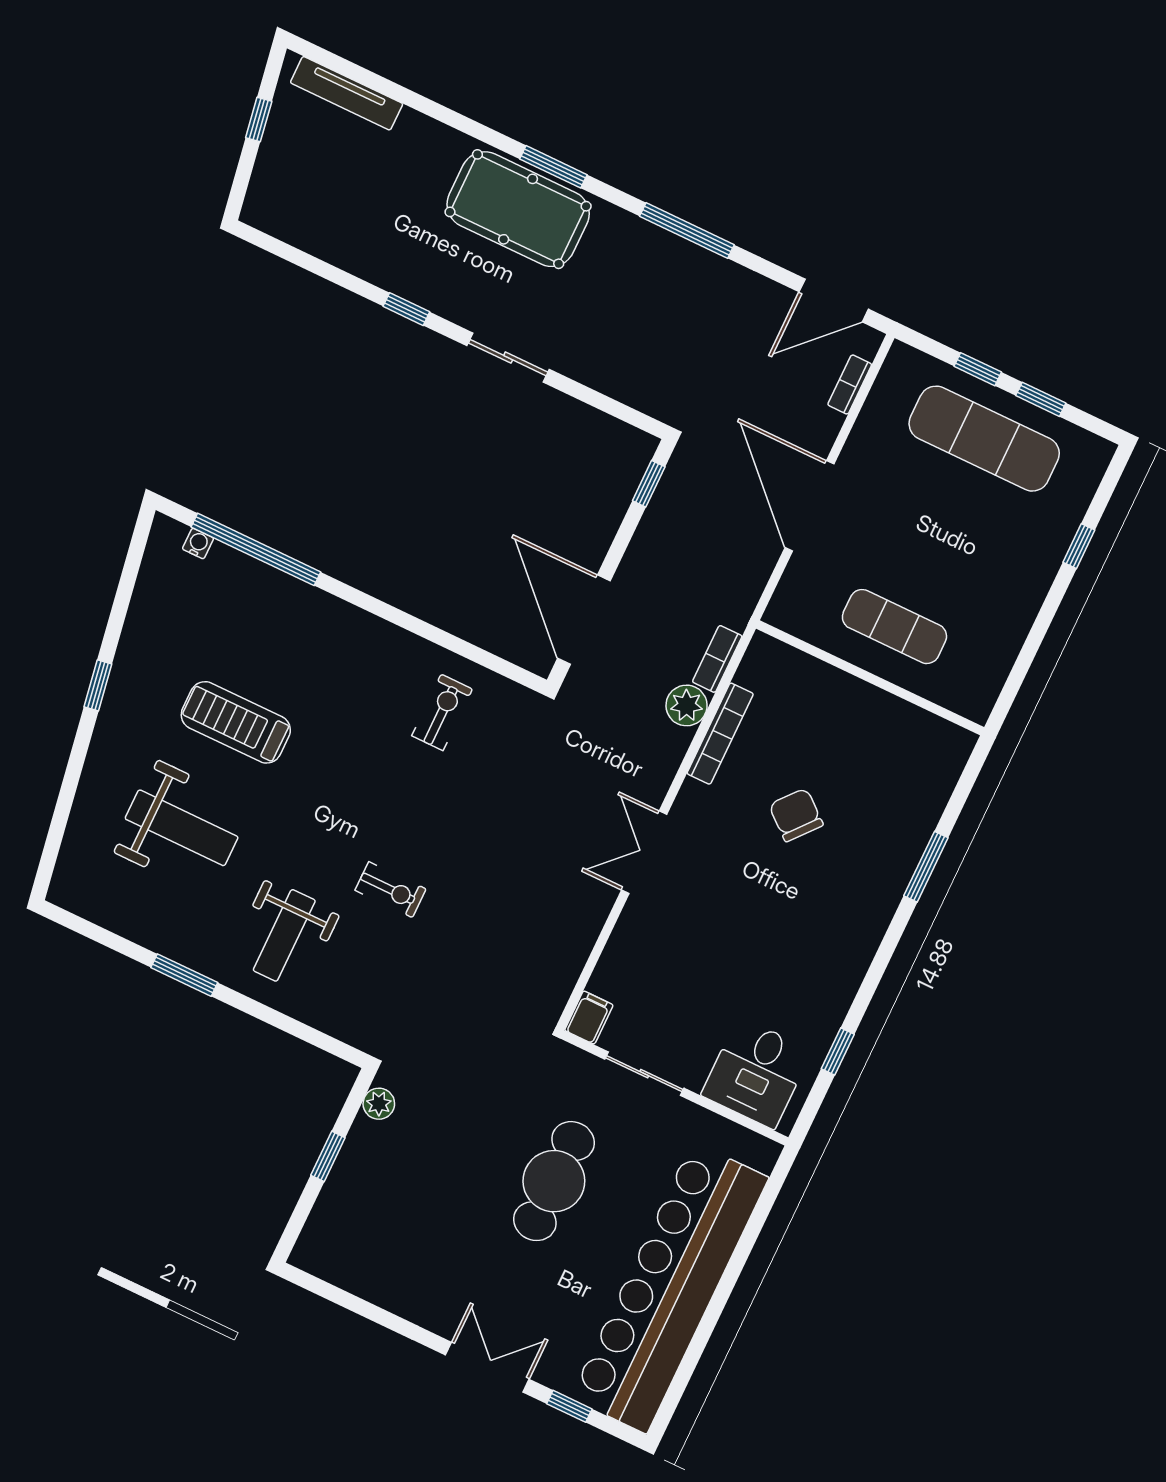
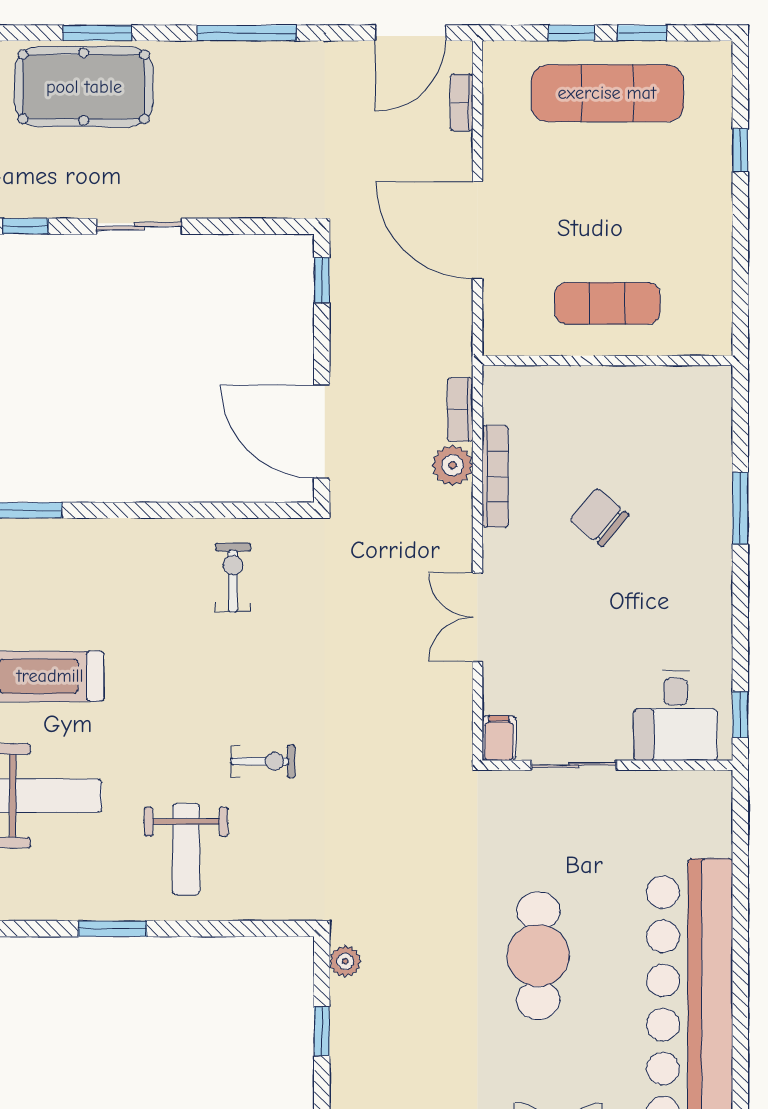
filing cabinet: (589, 1018) -> (499, 738), moved
desk: (756, 1073) -> (675, 716), moved
sliding door: (644, 1074) -> (574, 765), moved
wall: (674, 1088) -> (607, 765), moved

